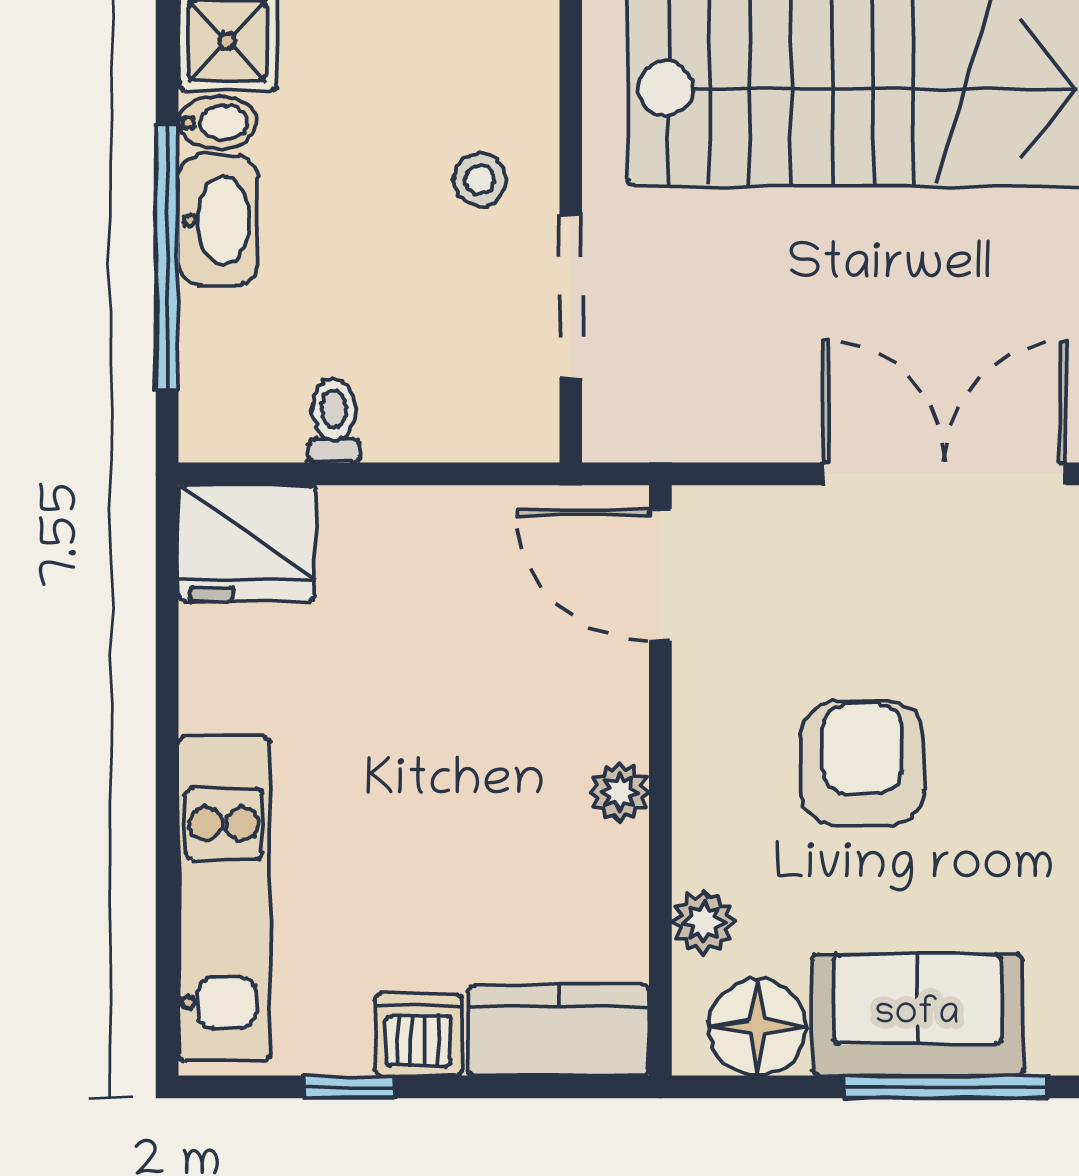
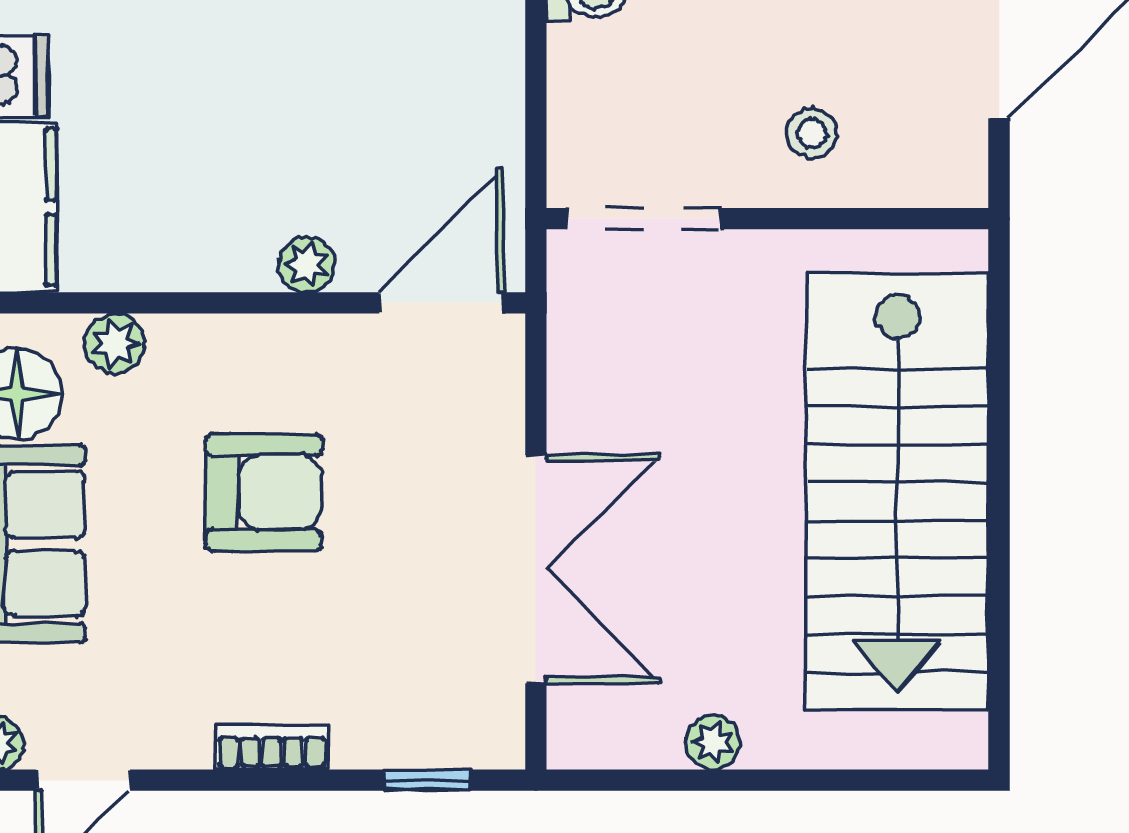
doorway: (571, 297) -> (644, 219), moved
plant: (619, 792) -> (307, 264), moved

